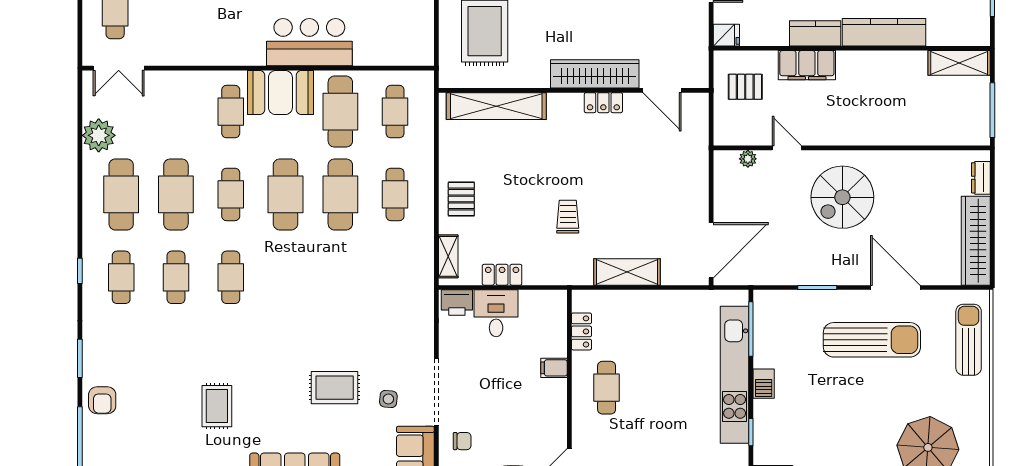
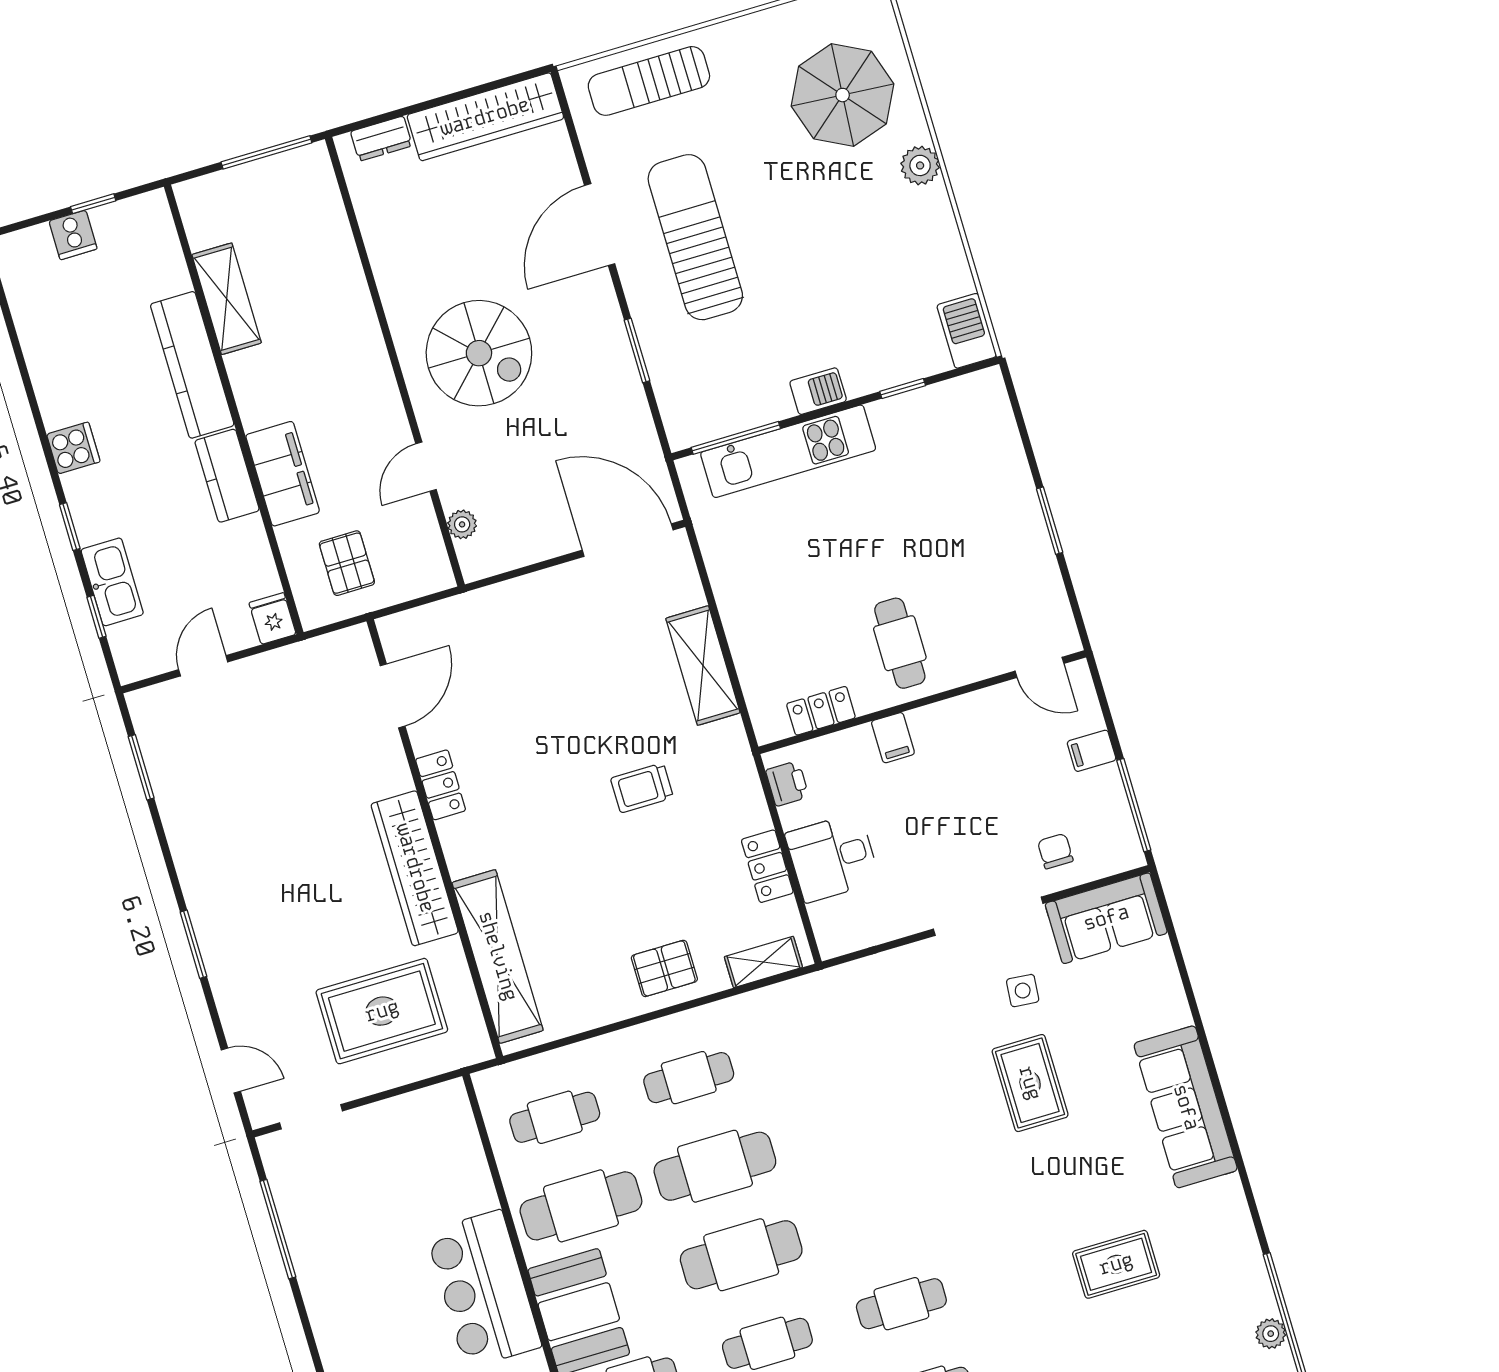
shelving: (959, 63) -> (227, 299), moved
wardrobe: (595, 74) -> (415, 868), moved
printer: (457, 303) -> (787, 783), moved, width x0.73, depth x0.81
kitchen unit: (735, 375) -> (788, 451), width x0.73
cafe table: (607, 388) -> (900, 643), turned 90

